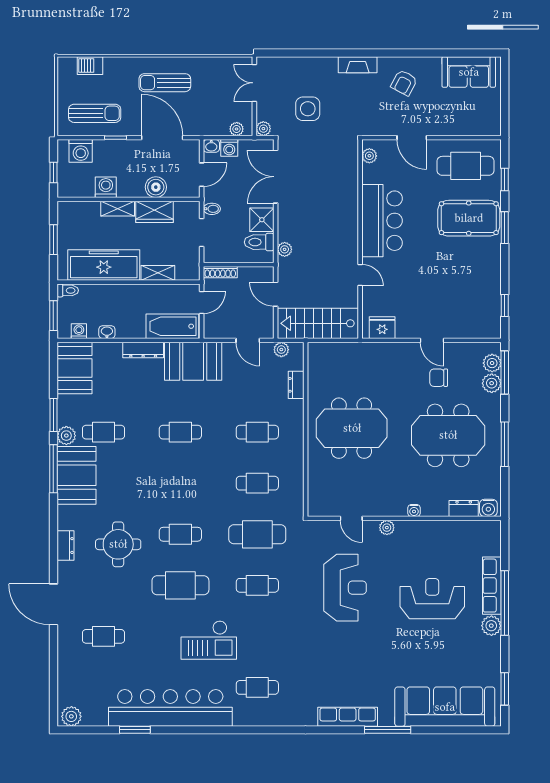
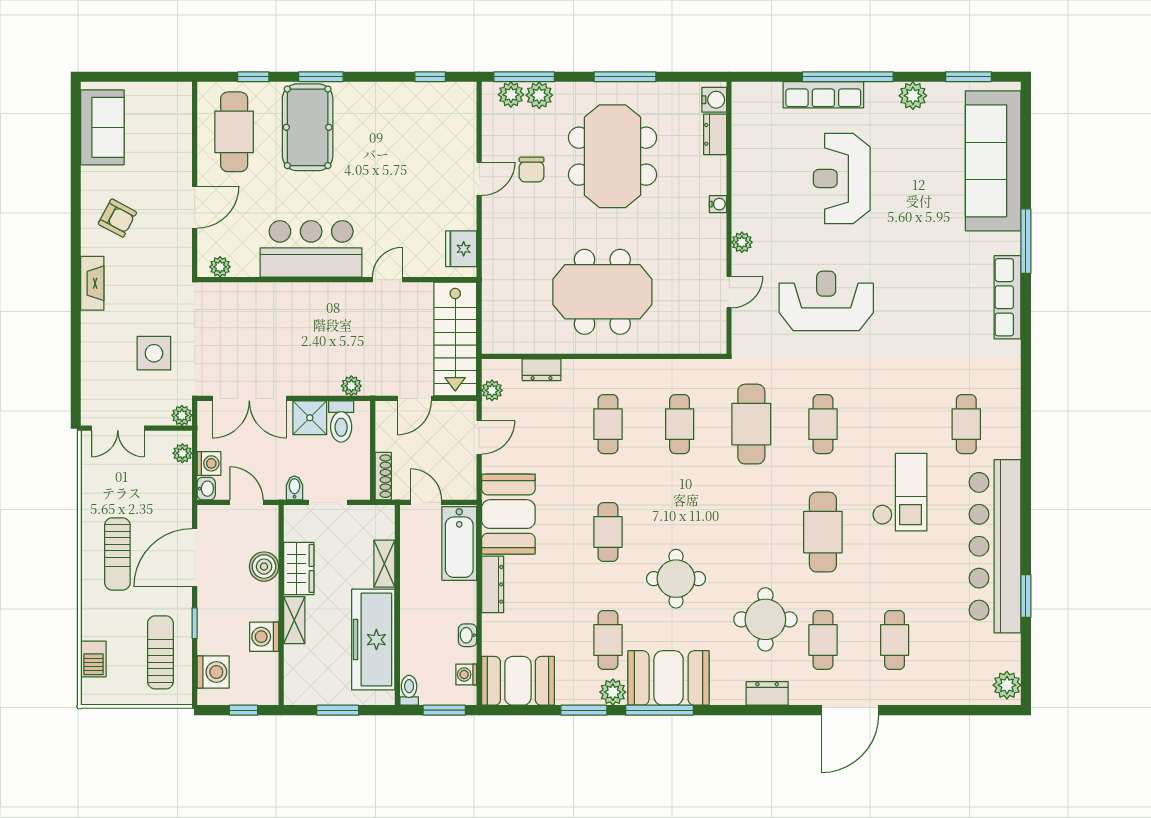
meeting table: (352, 428) -> (602, 292), turned 90
round table: (147, 481) -> (676, 579), added
cafe table: (180, 534) -> (823, 640), moved
plant: (491, 626) -> (913, 96), moved

